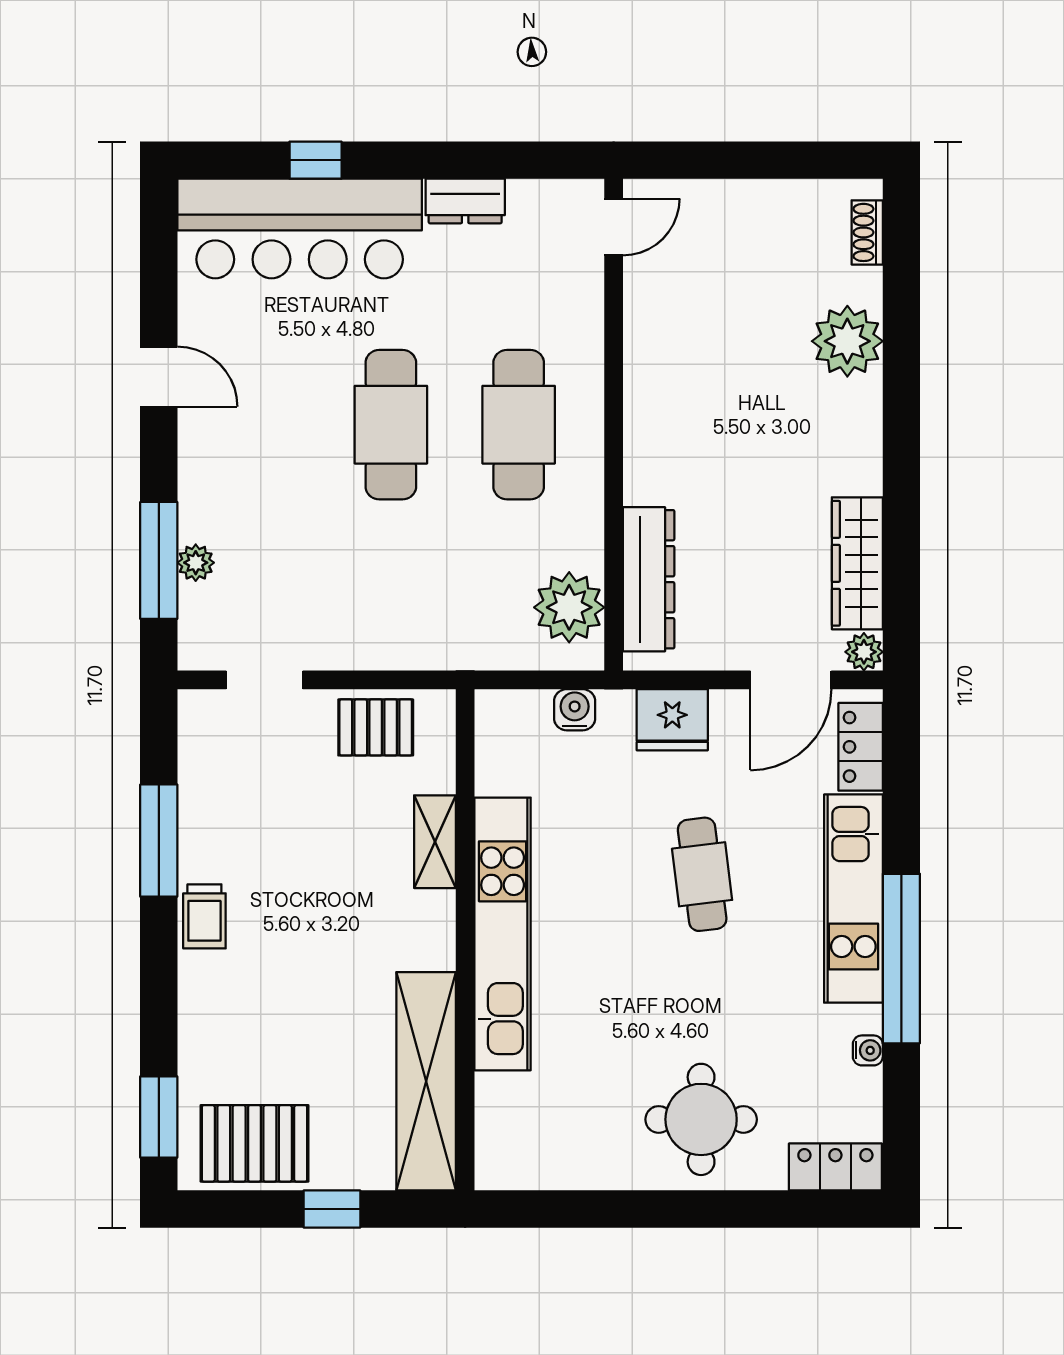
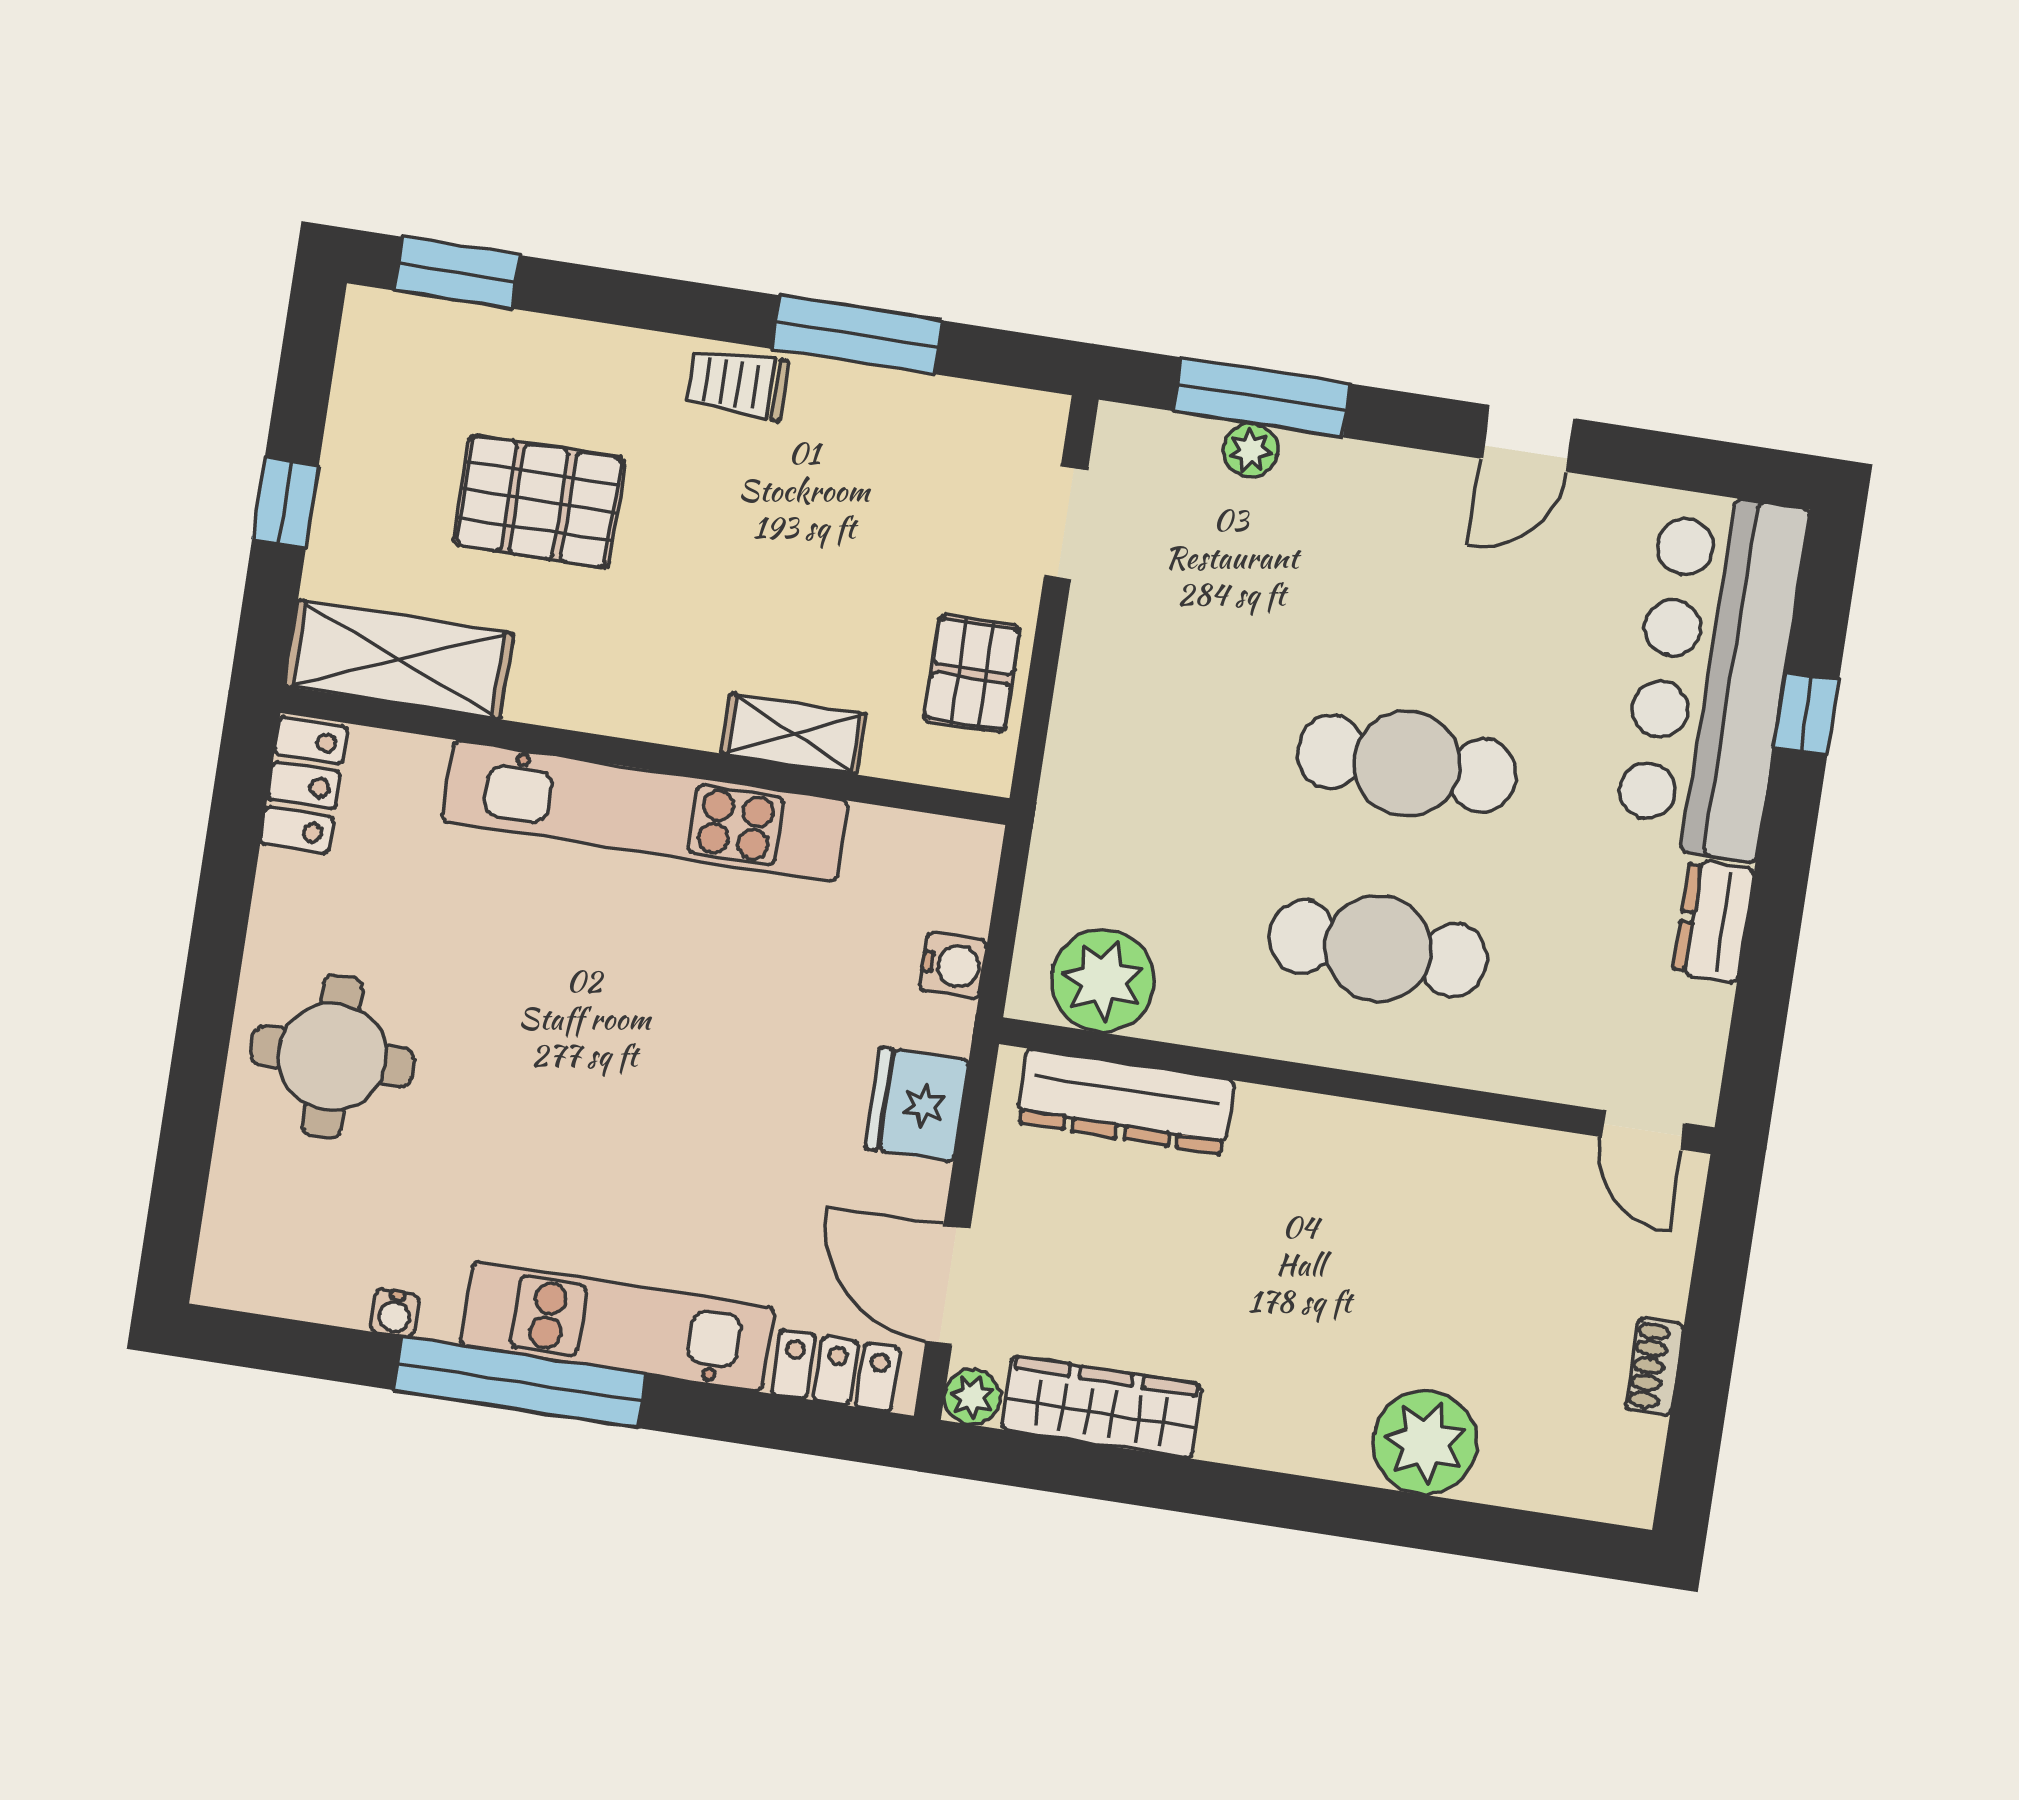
shoe rack: (867, 232) -> (1655, 1366), moved, turned -90
cafe table: (702, 874) -> (687, 1113), removed
shelving: (426, 1081) -> (399, 660), width x0.68
pallet: (255, 1143) -> (539, 501), moved, turned 90
locker: (835, 1167) -> (304, 785), moved

